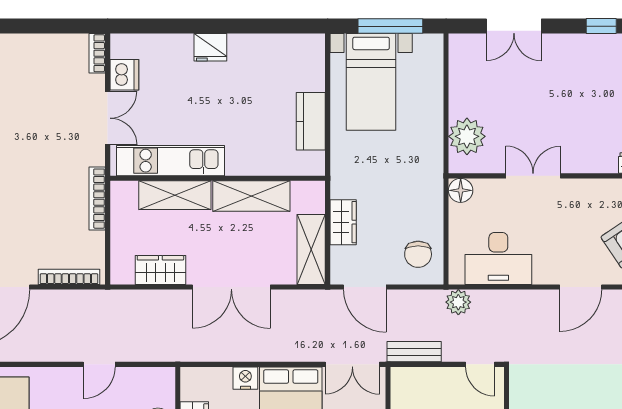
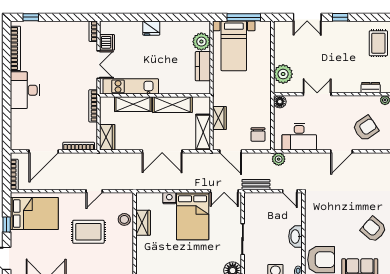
window: (601, 26) -> (340, 17), moved
plant: (308, 73) -> (201, 42), added
wardrobe: (160, 270) -> (107, 137), moved, turned 90

